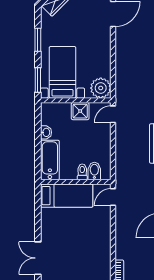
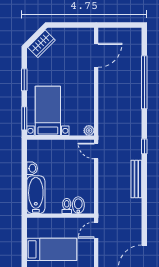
plant: (101, 88) -> (89, 131), width x0.53, depth x0.53
shower: (80, 111) -> (65, 148), removed
door: (113, 114) -> (96, 151), hinge flipped
bed: (67, 196) -> (52, 249), moved

